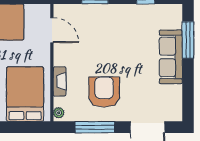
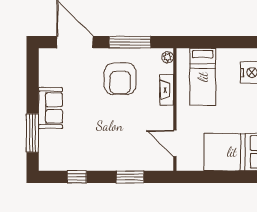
sofa: (171, 57) -> (51, 108), width x0.73
bed: (25, 94) -> (203, 77), width x0.67

